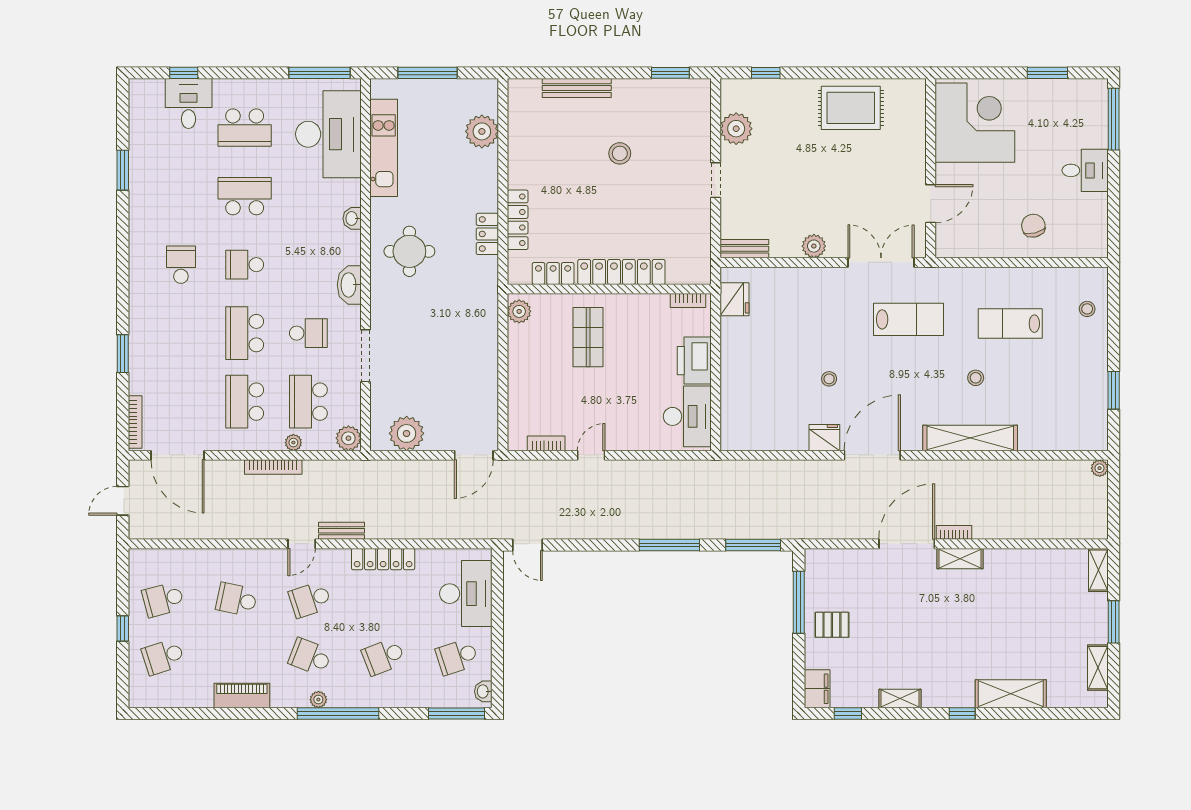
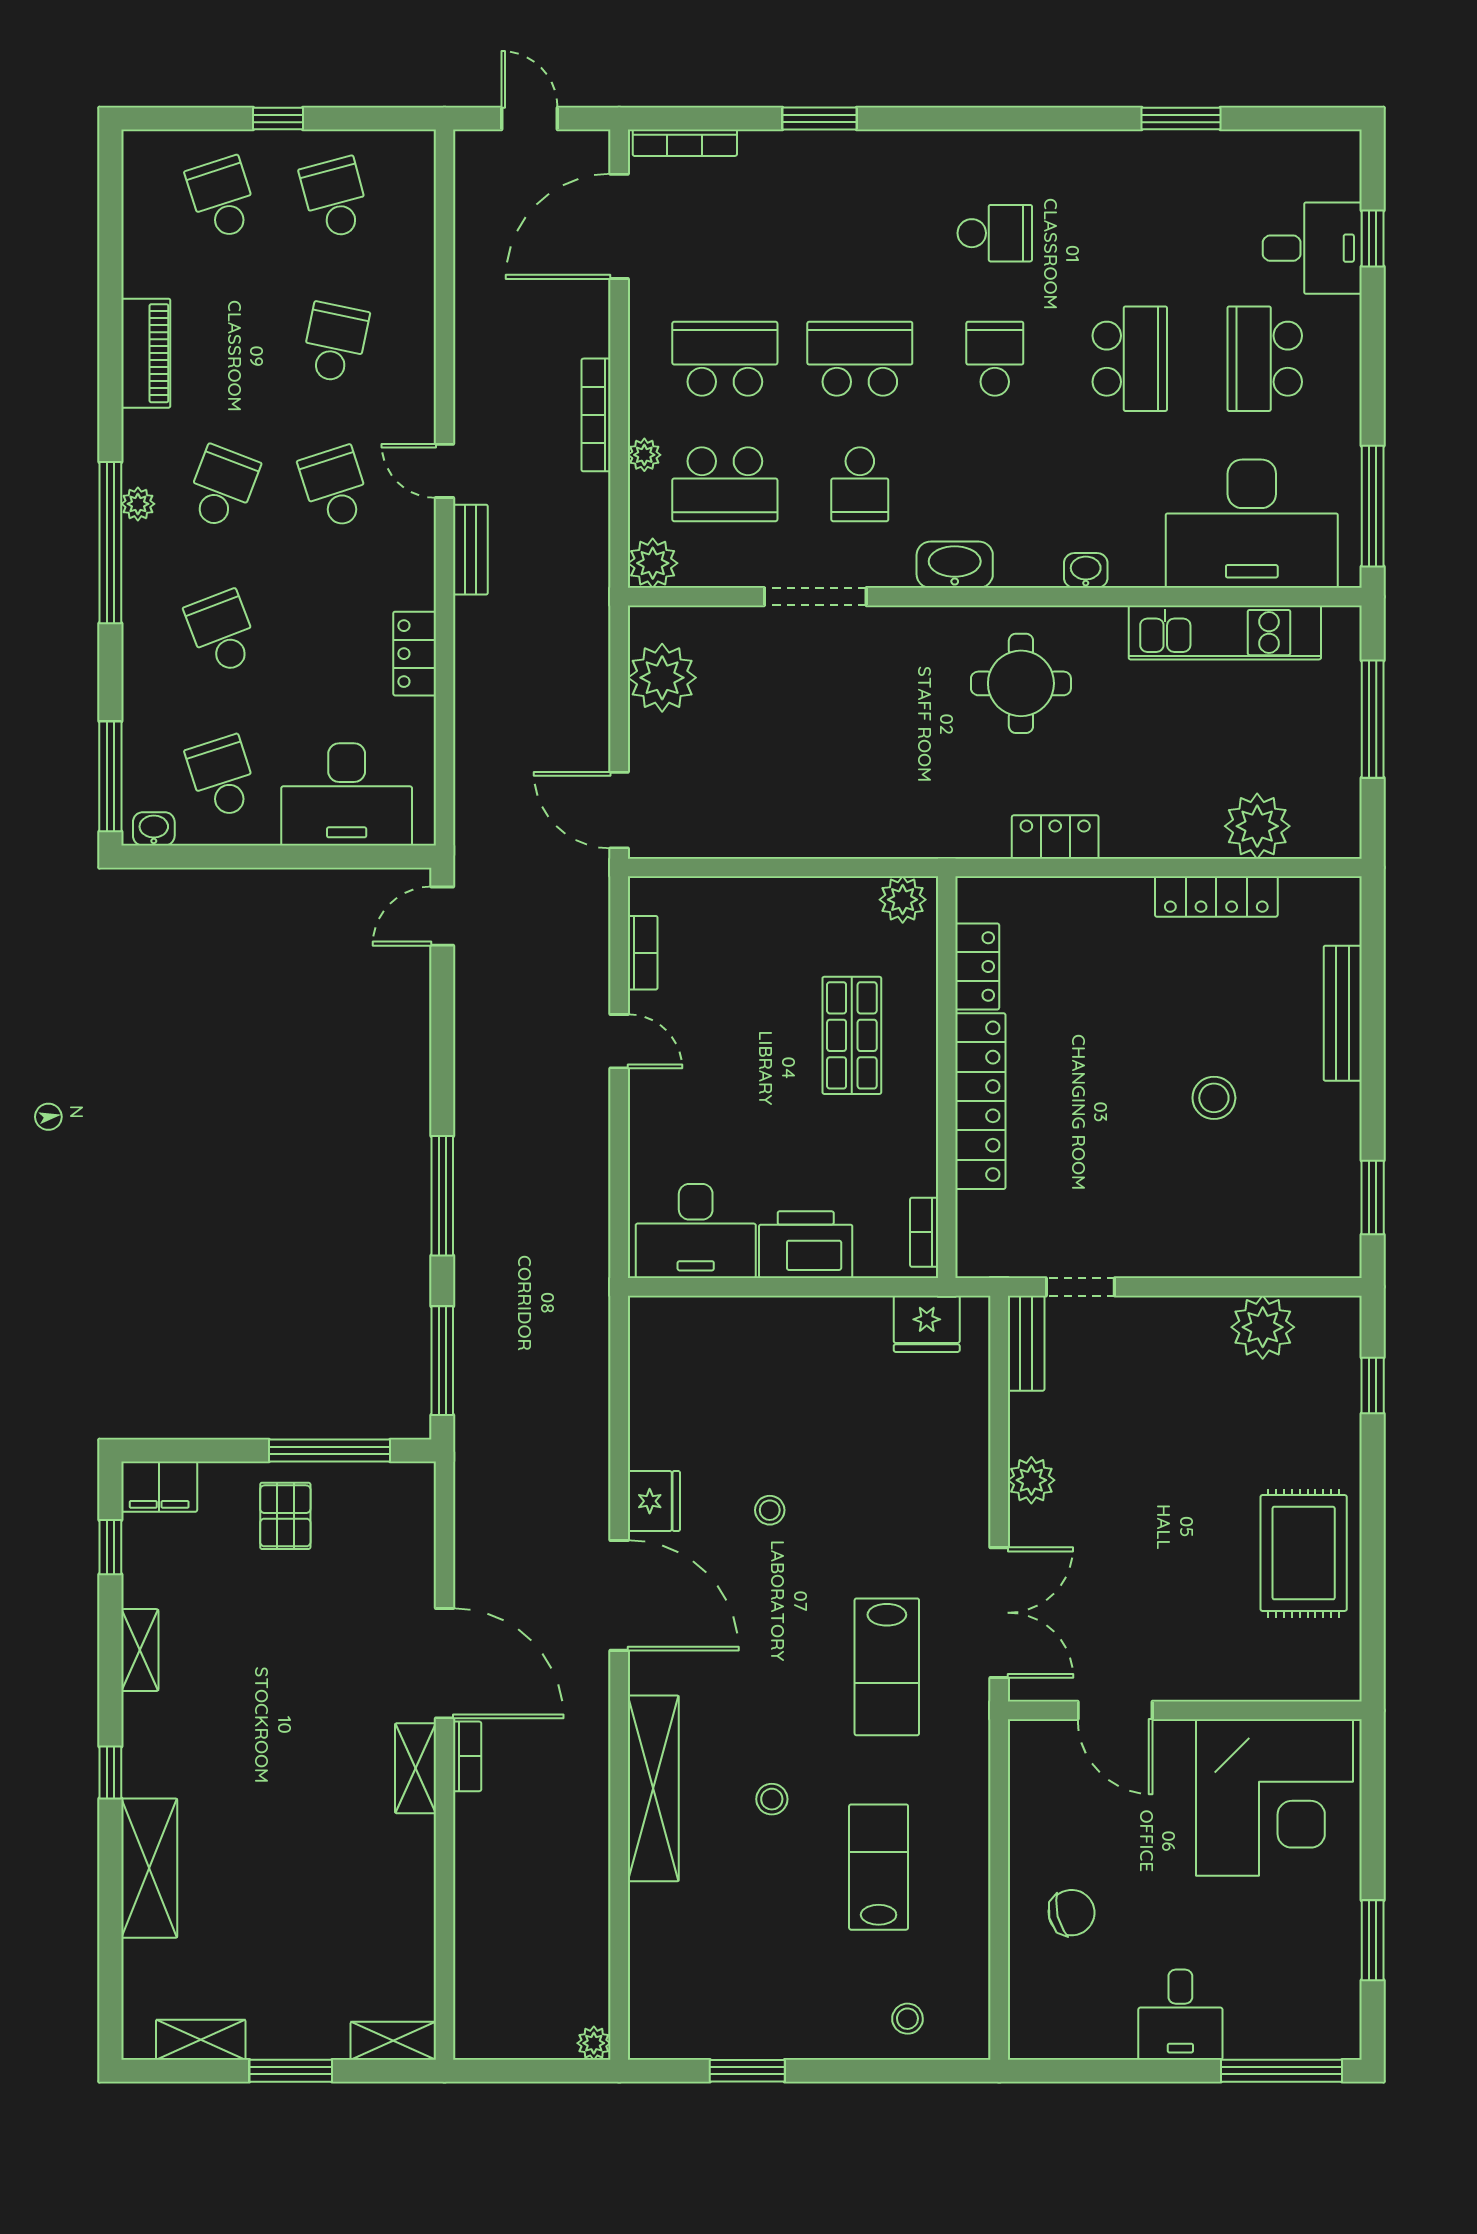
doorway: (716, 180) -> (1080, 1287), moved
locker: (518, 220) -> (1216, 897), moved
shop shelf: (588, 337) -> (852, 1035), turned 90
school desk: (308, 402) -> (725, 484), turned 180
locker: (383, 559) -> (415, 654), width x0.66

